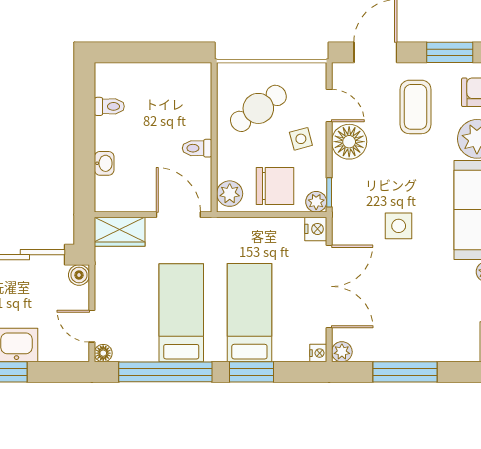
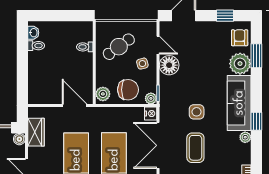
window: (450, 52) -> (225, 16), width x0.67
coffee table: (416, 107) -> (195, 148), moved
toilet: (197, 148) -> (85, 47), moved
washbasin: (104, 163) -> (33, 33), moved
wardrobe: (120, 232) -> (36, 132), moved, turned -90
double door: (329, 286) -> (158, 145), swing flipped

